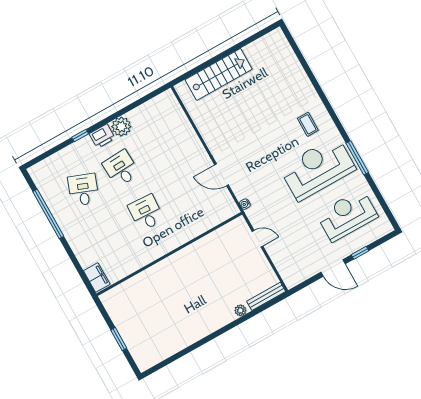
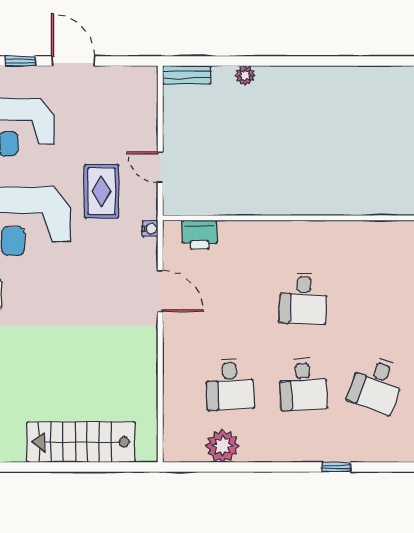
plant: (121, 127) -> (223, 446), moved
printer: (102, 136) -> (200, 235), moved, turned 180
desk: (159, 147) -> (230, 384), added
rug: (281, 209) -> (102, 191), added
bench: (266, 296) -> (187, 75), width x0.73

